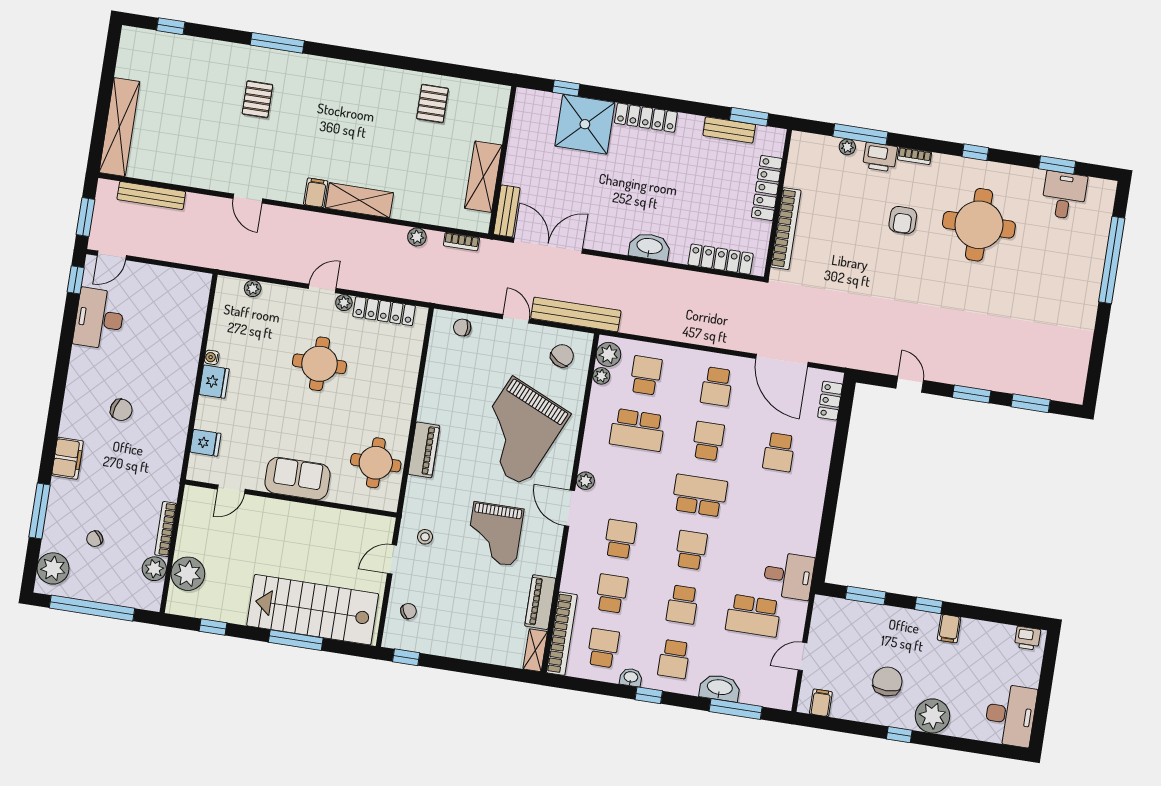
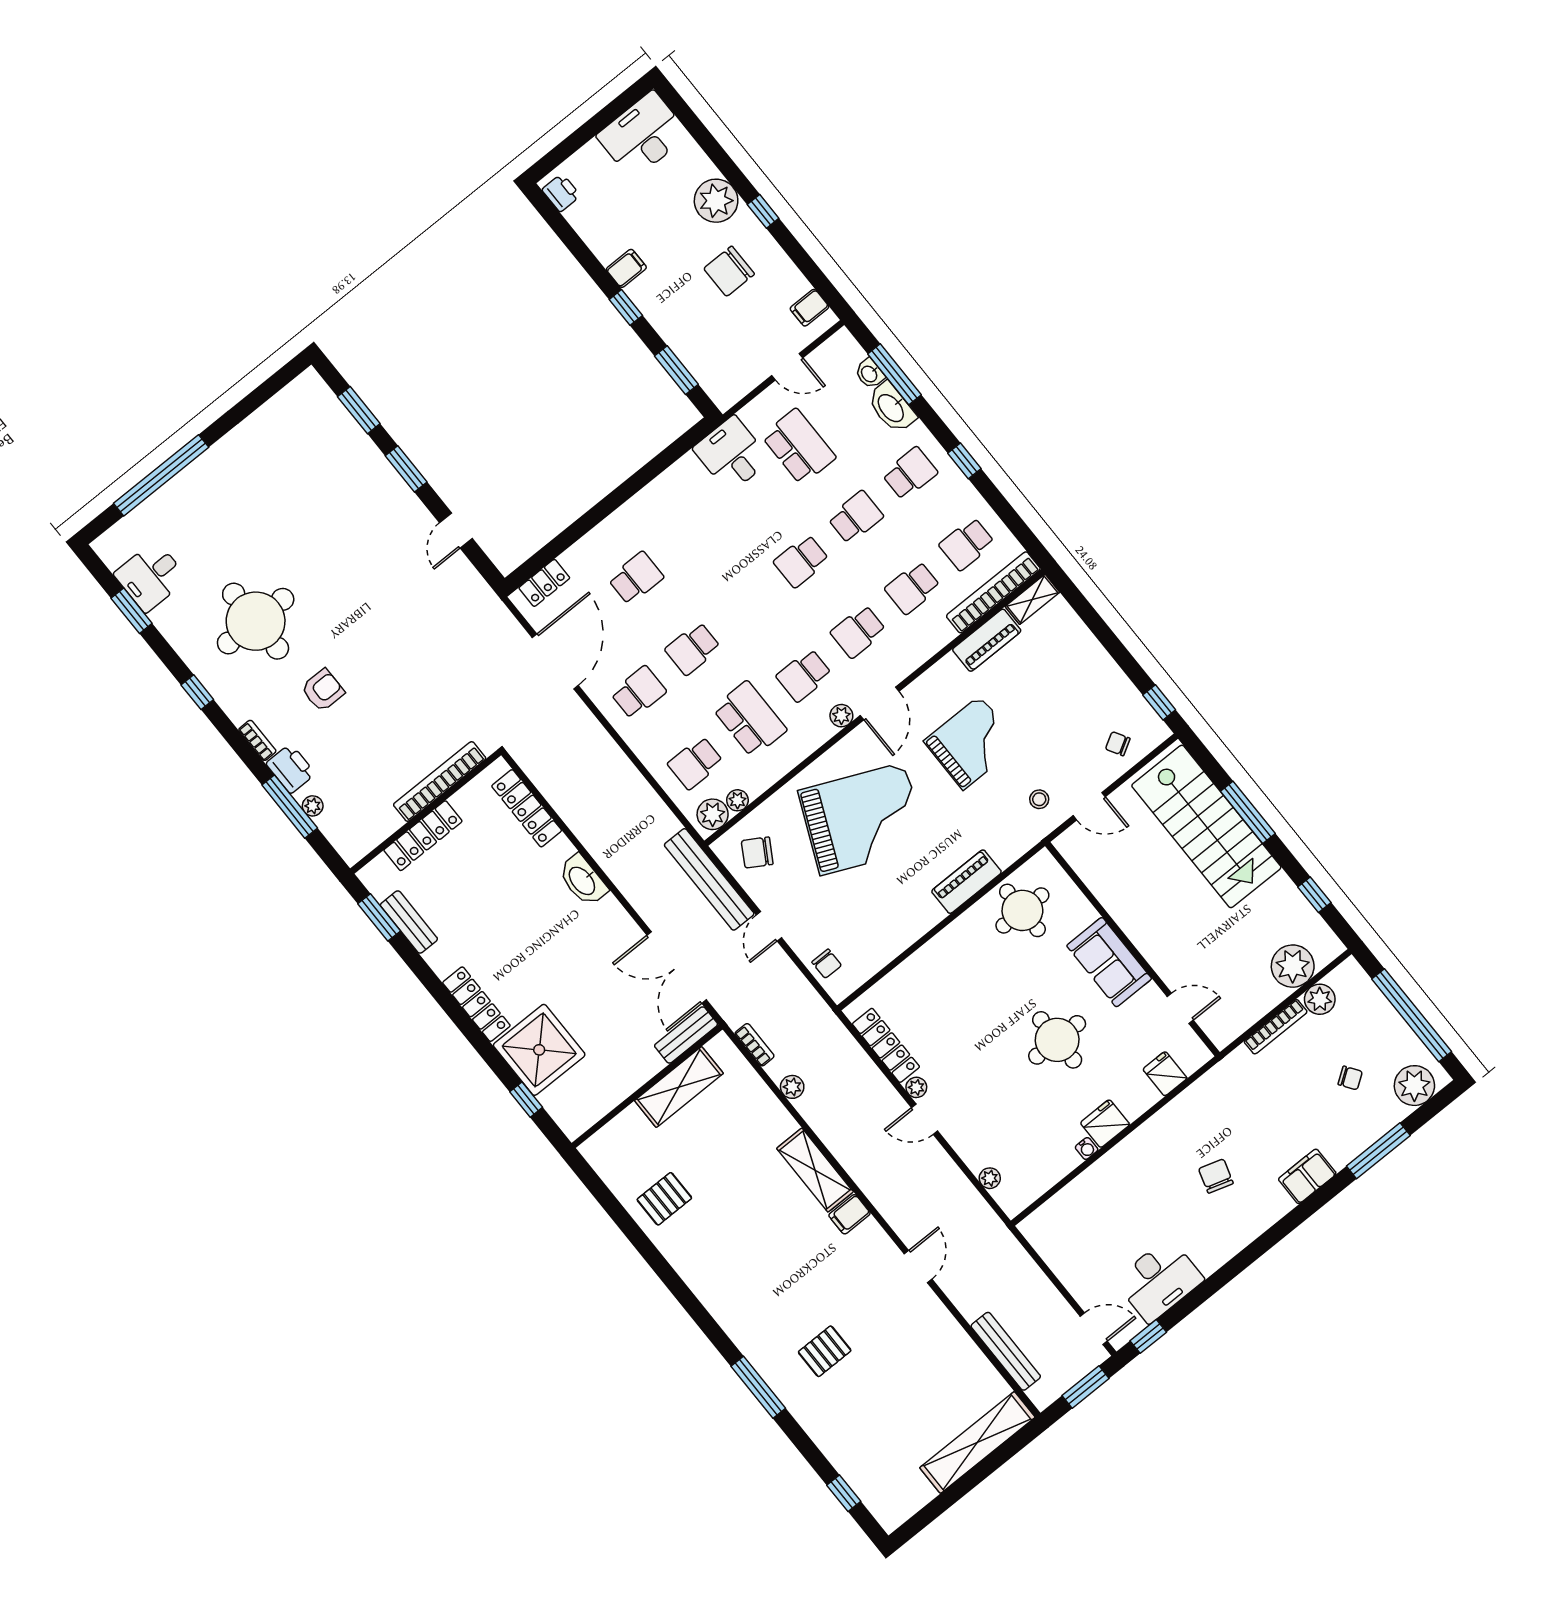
round table: (319, 364) -> (1057, 1040), moved
school desk: (700, 496) -> (804, 675), moved, width x0.54
washbasin: (631, 677) -> (870, 374), moved

